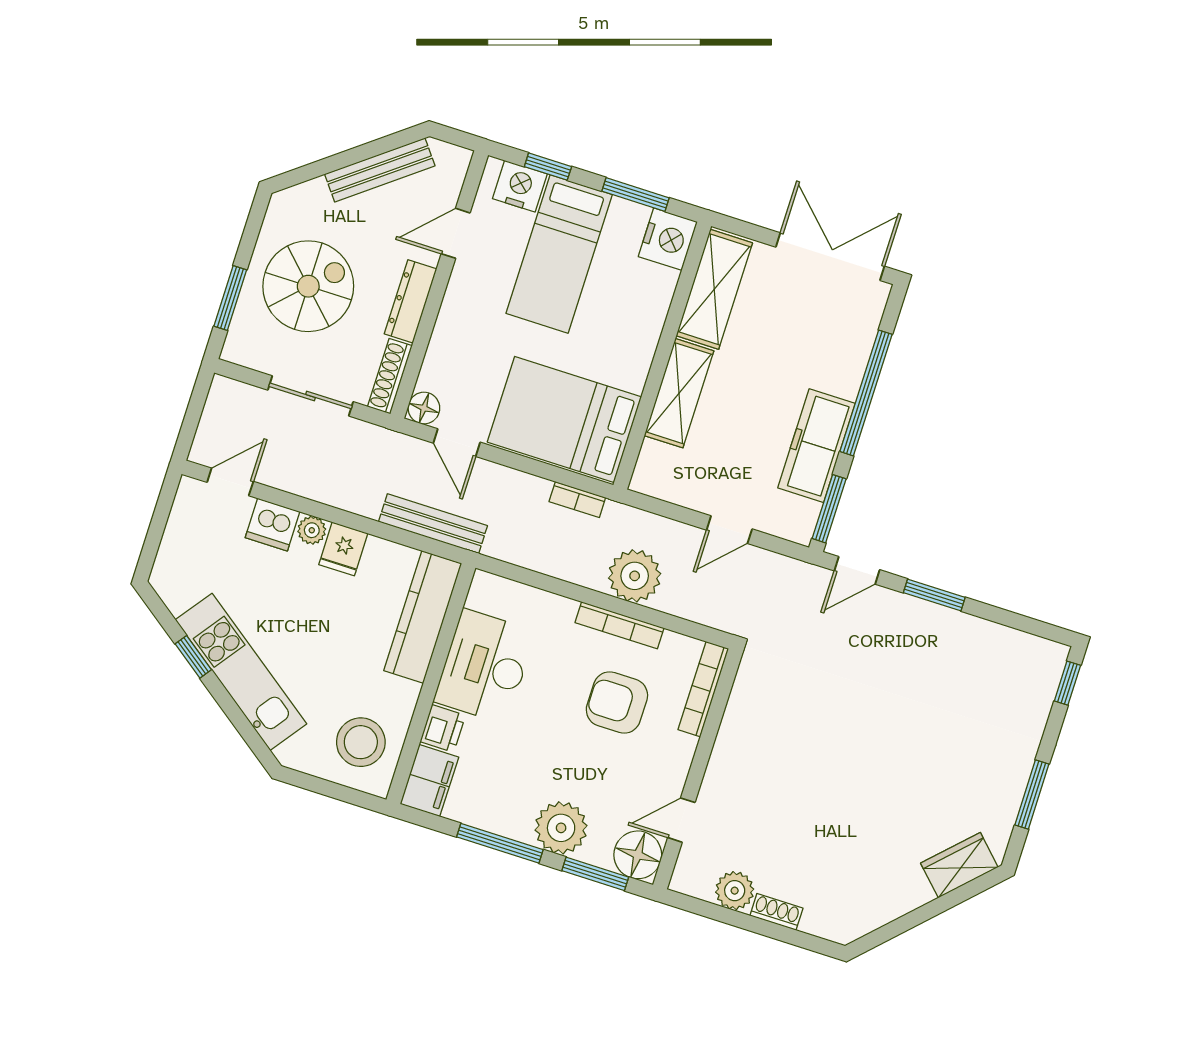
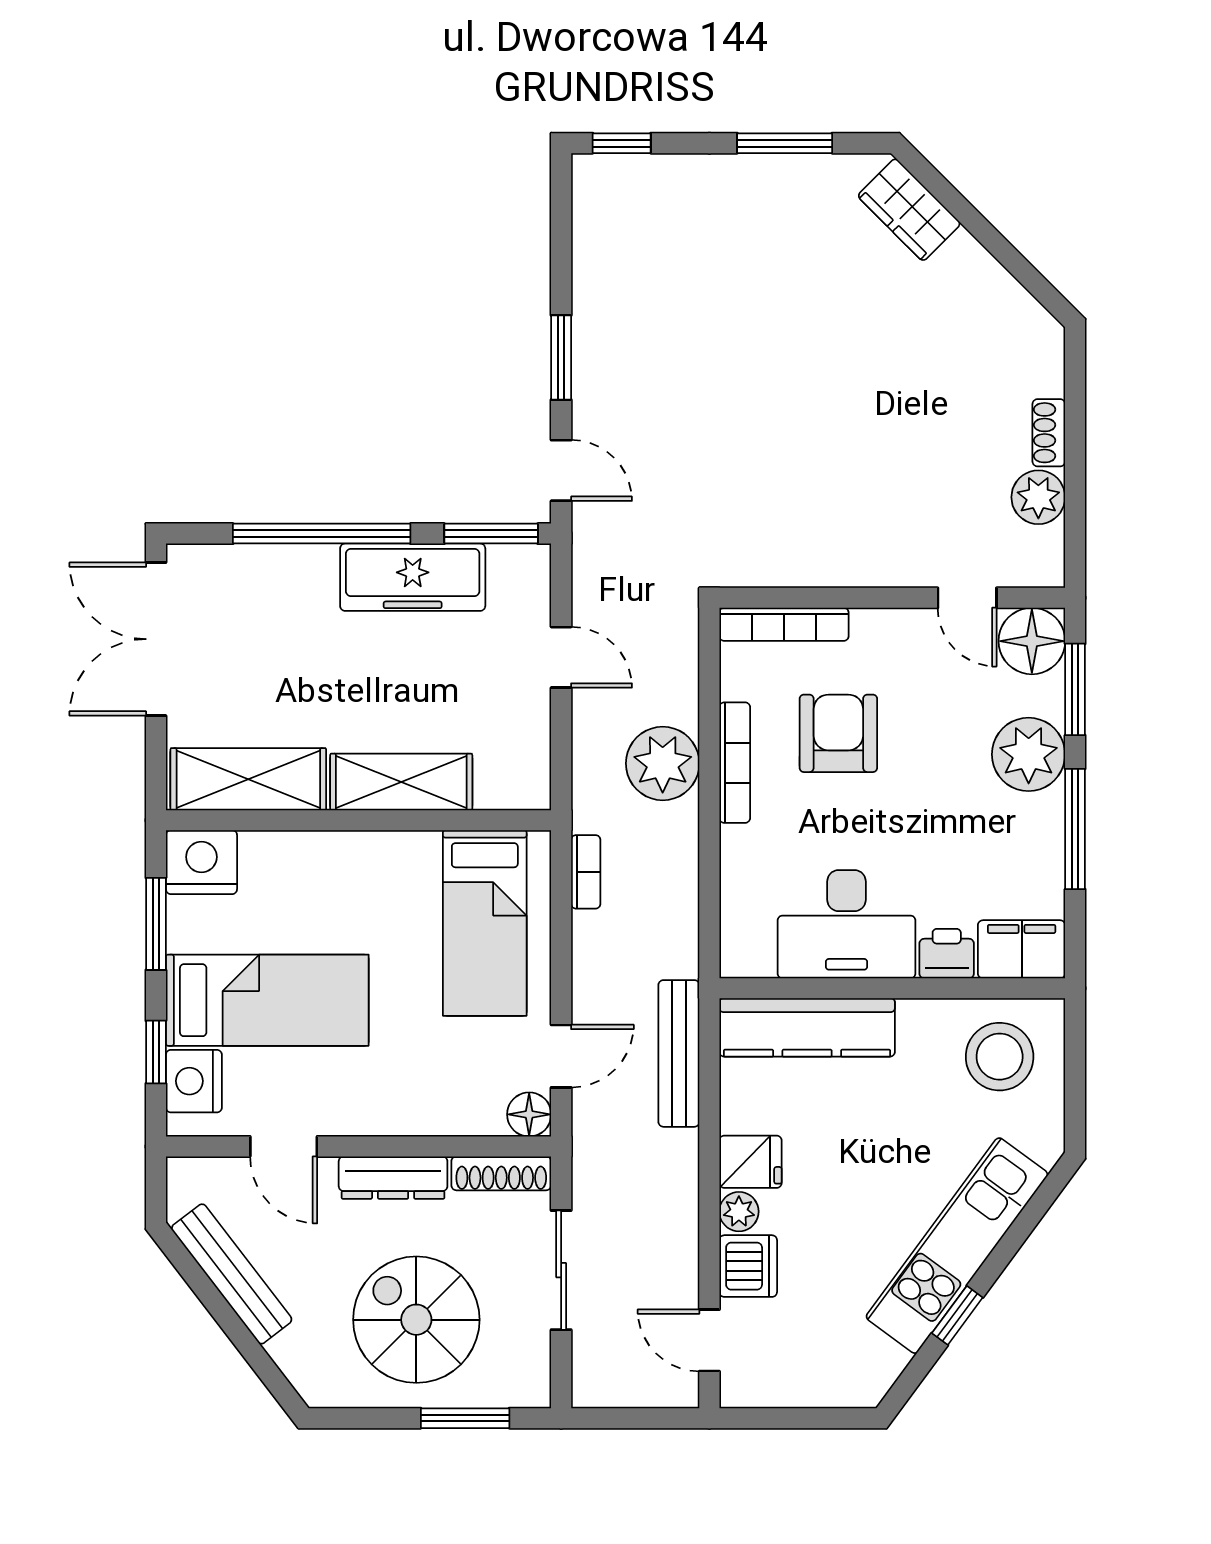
bed: (564, 419) -> (485, 923), width x0.67
armchair: (617, 703) -> (838, 733), turned 180

